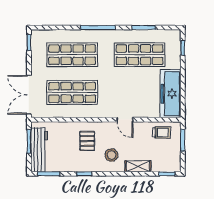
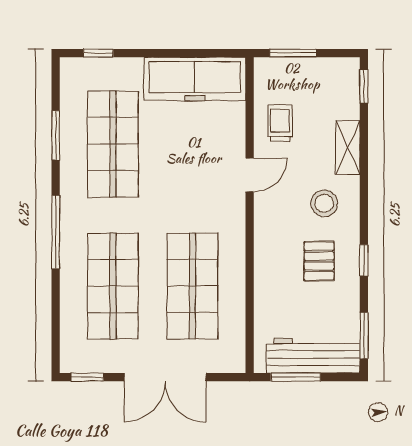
double door: (29, 95) -> (165, 377), moved
trolley: (161, 133) -> (280, 123), moved
pallet: (87, 141) -> (319, 261), moved, turned 90

